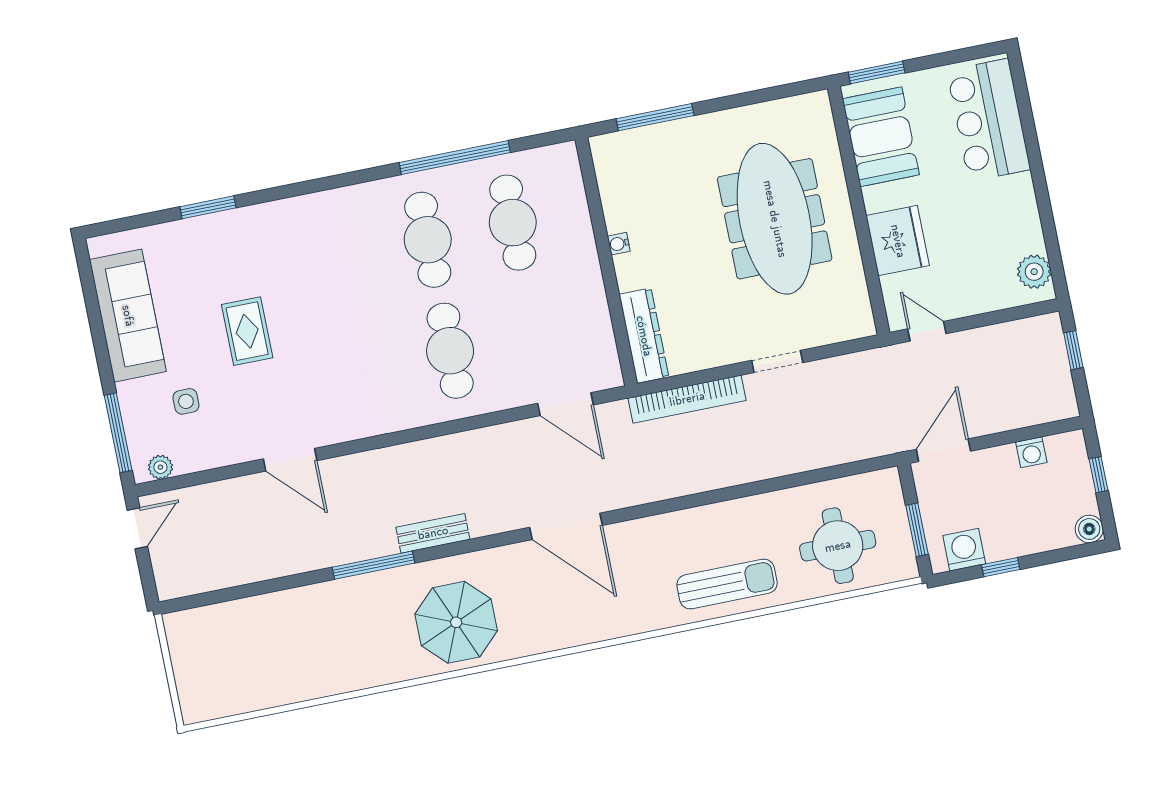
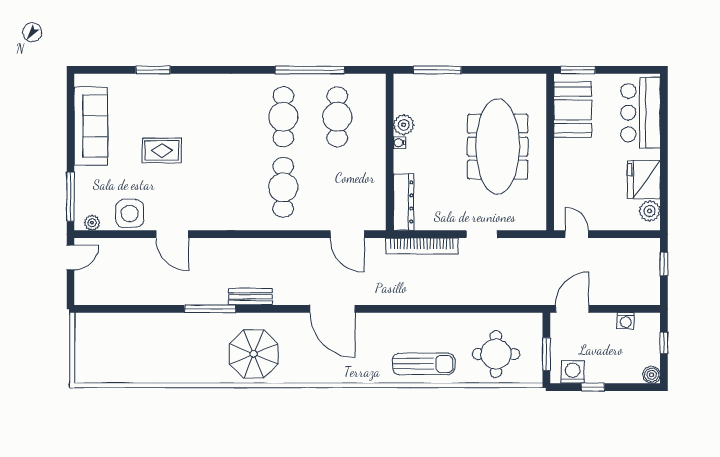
plant: (620, 214) -> (404, 125), added
fridge: (898, 241) -> (644, 180), moved, turned 180
rug: (247, 331) -> (162, 150), turned 90
side table: (186, 401) -> (130, 213), moved, width x1.87, depth x1.87

